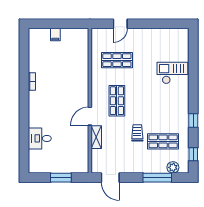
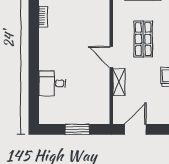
door: (90, 116) -> (111, 57), hinge flipped
door: (110, 178) -> (135, 129), swing flipped

